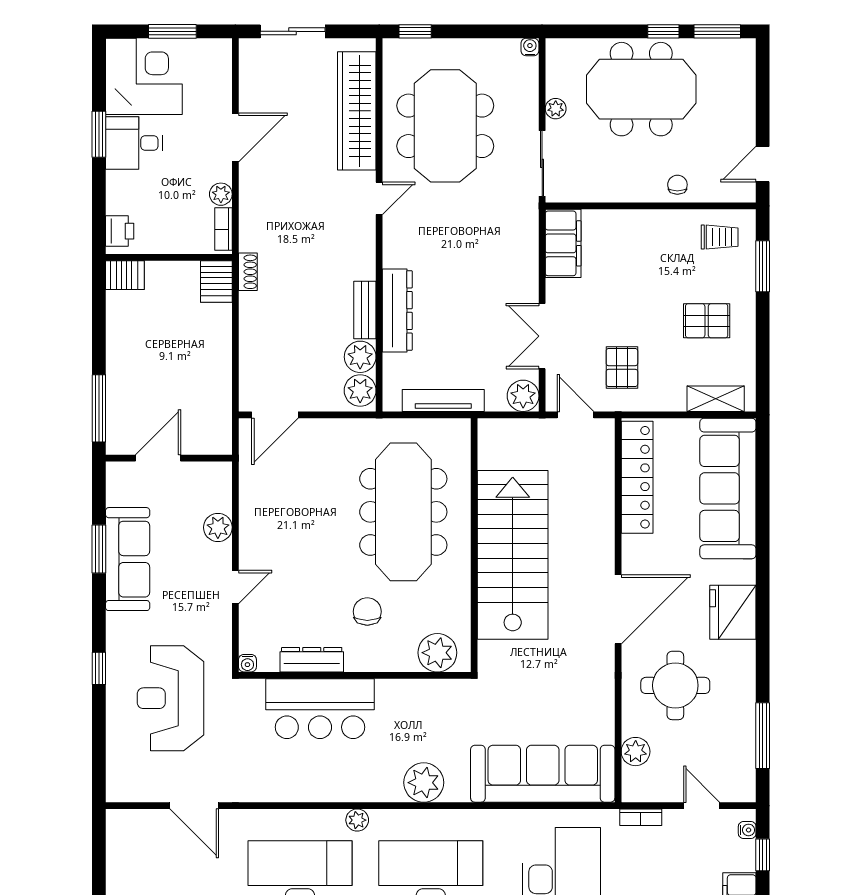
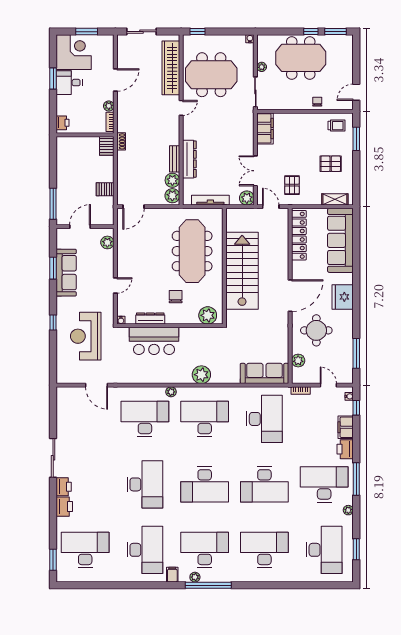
meeting table: (445, 126) -> (211, 75), turned 90
server rack: (125, 275) -> (105, 189), moved, turned 180
plant: (218, 527) -> (107, 242), moved
sofa: (543, 774) -> (264, 373), width x0.74, depth x0.79

